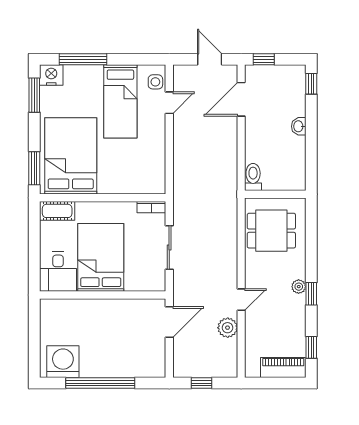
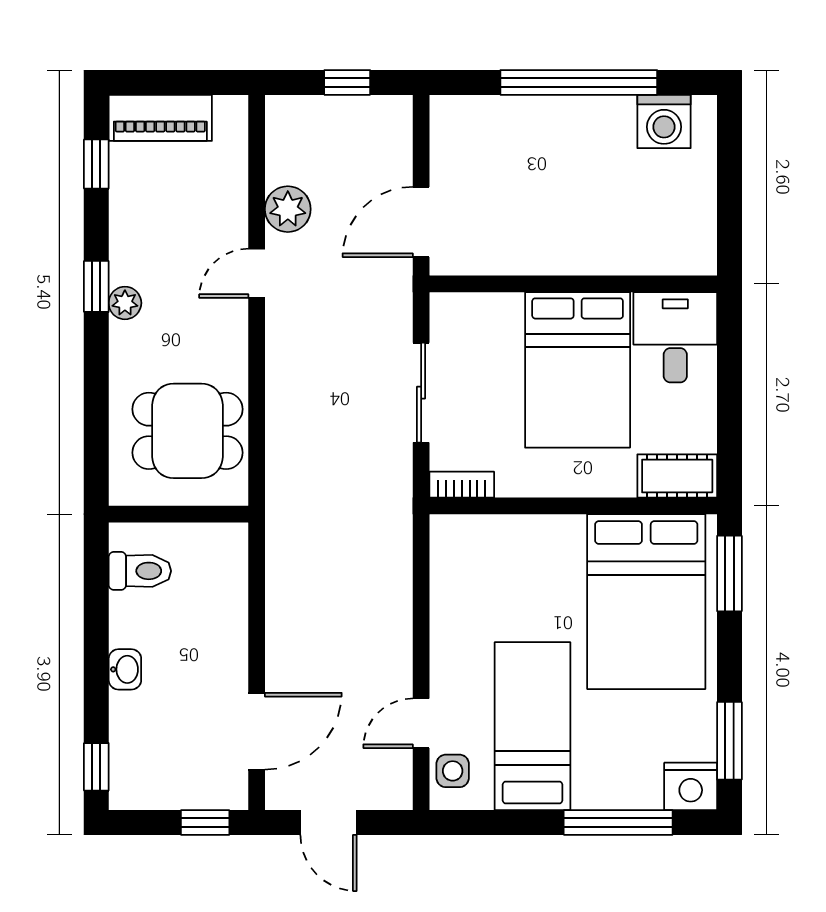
toilet: (253, 177) -> (140, 571), moved, turned -90
washing machine: (63, 362) -> (664, 122), width x0.73, depth x0.73

